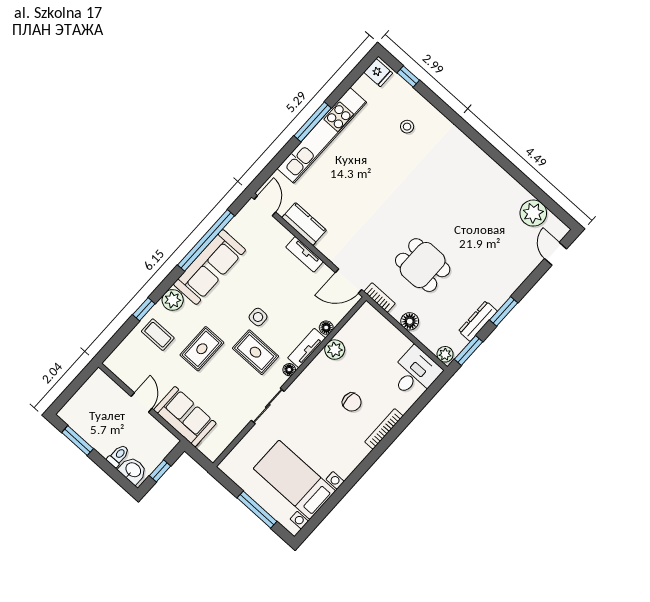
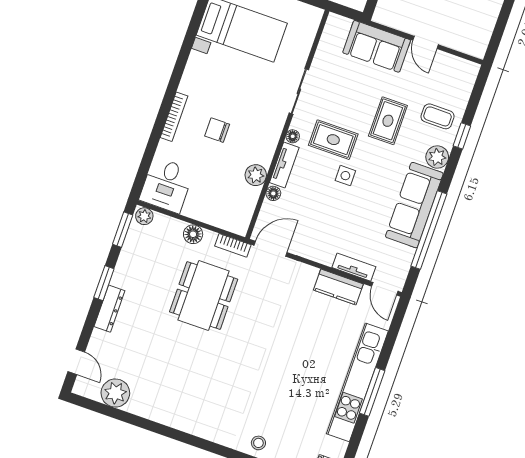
stool: (407, 127) -> (258, 443), moved
tv unit: (305, 254) -> (354, 267), moved
dining table: (423, 265) -> (204, 295), width x1.37
dresser: (478, 321) -> (109, 309), moved

